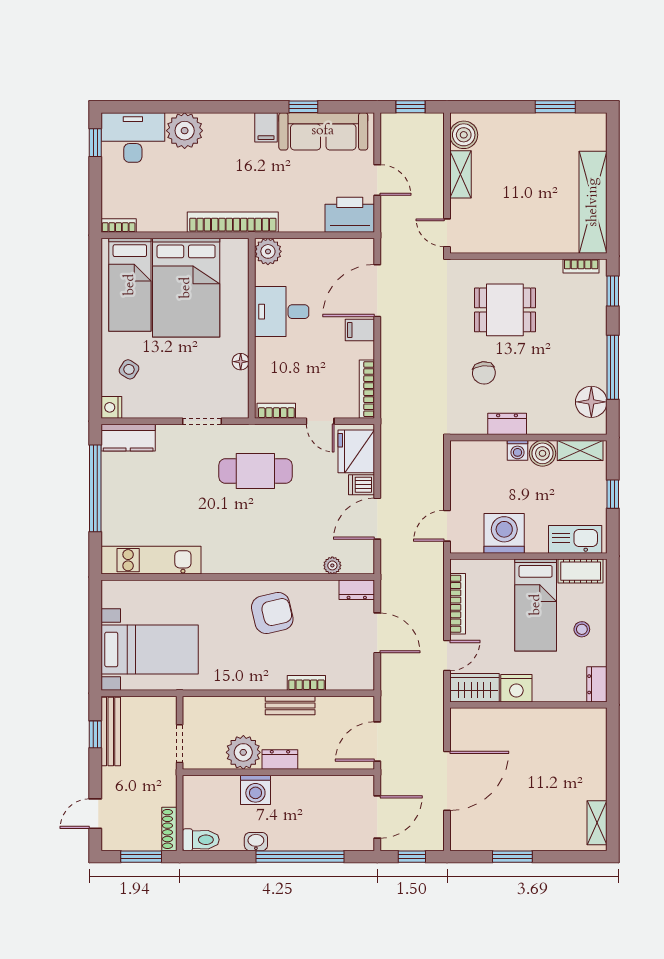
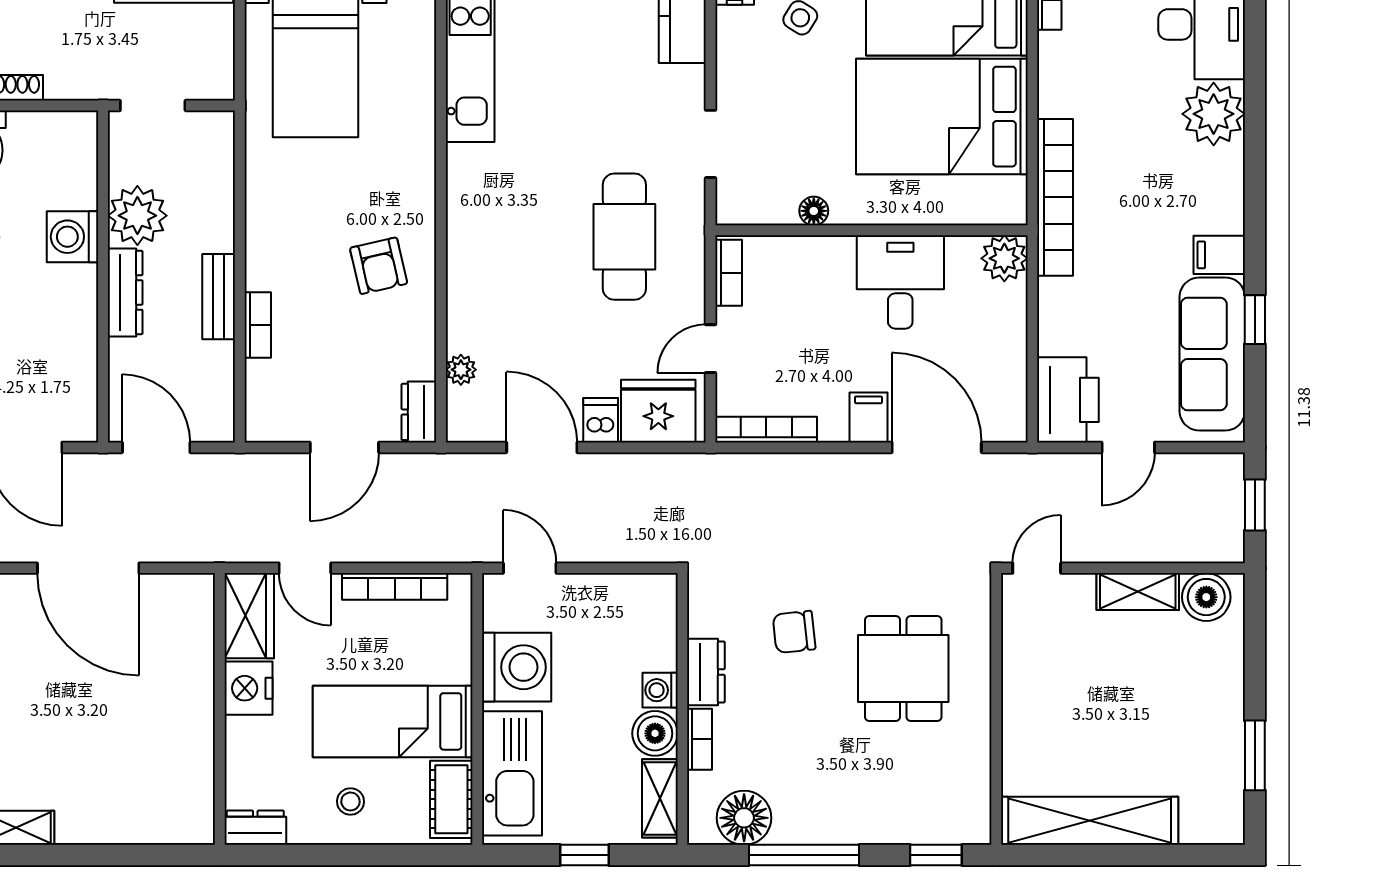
bookcase: (581, 266) -> (700, 739), moved, turned 180
kitchen sink: (575, 539) -> (512, 773), width x1.36, depth x1.24
armchair: (272, 613) -> (379, 266), width x0.72, depth x0.72
dresser: (280, 760) -> (125, 292), width x1.44

